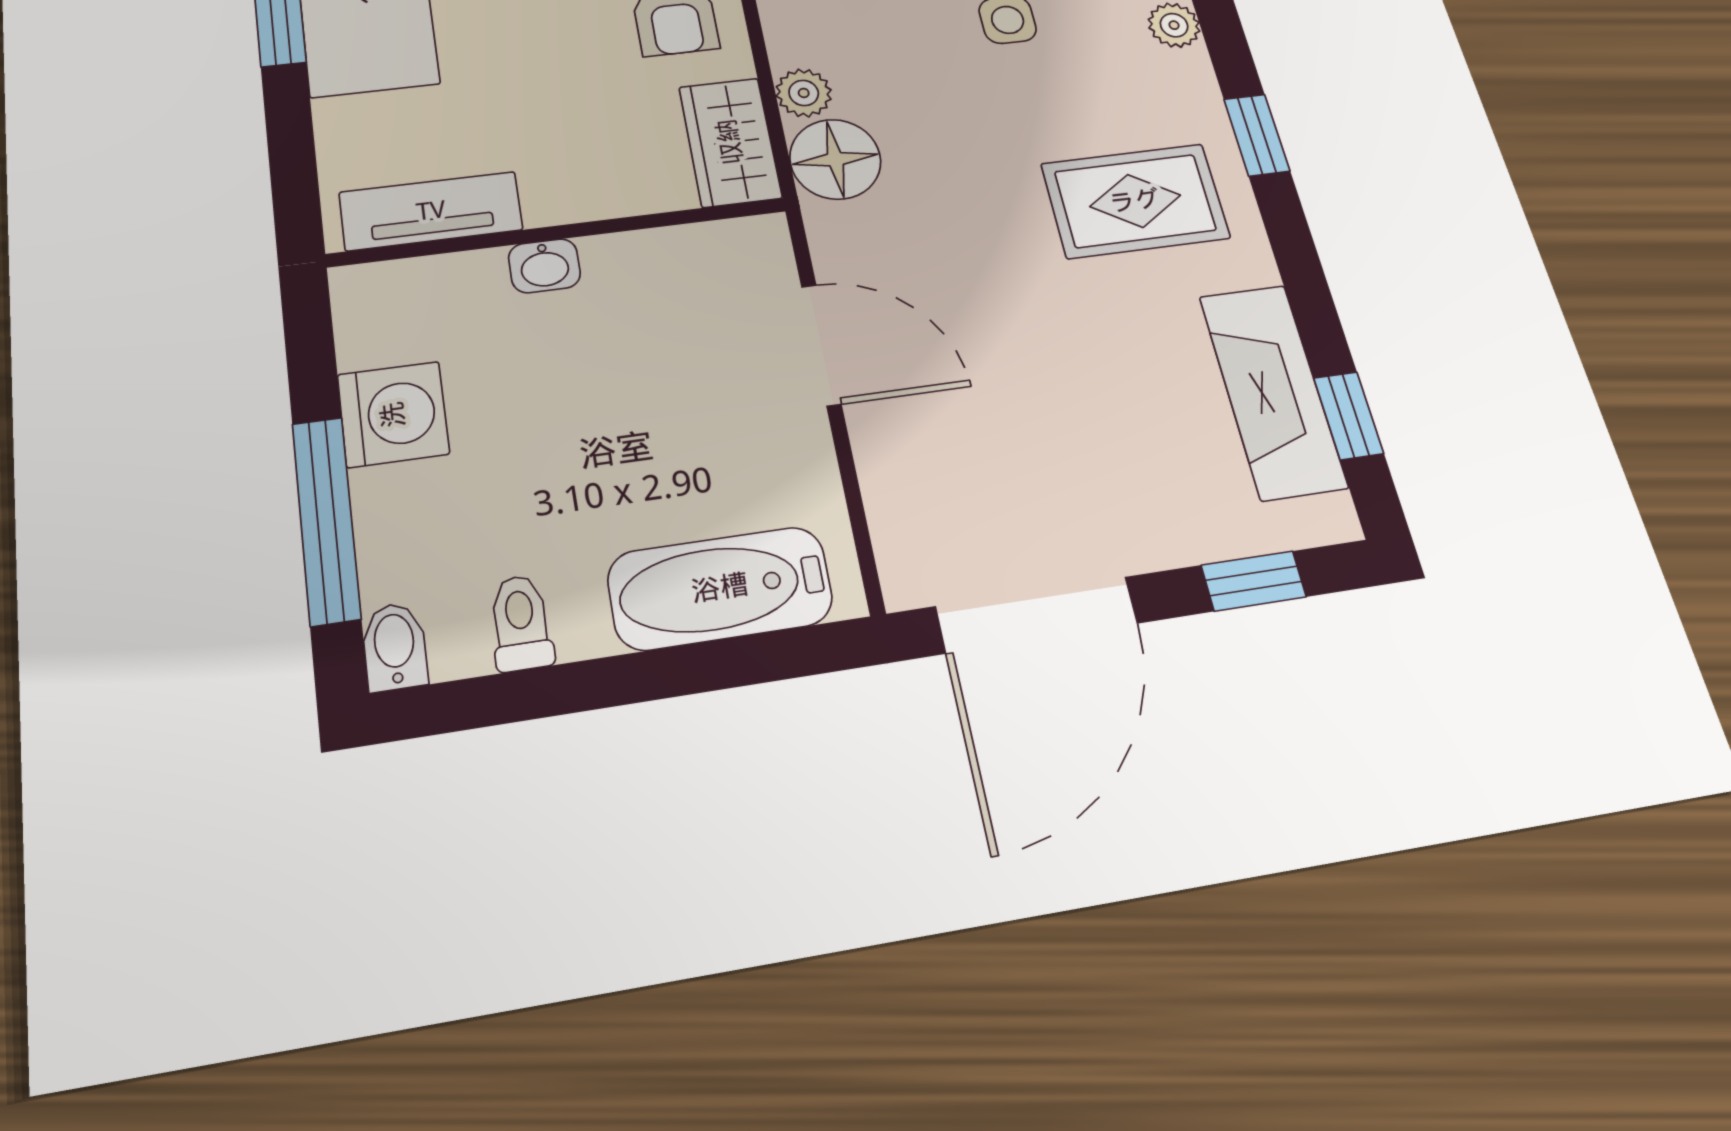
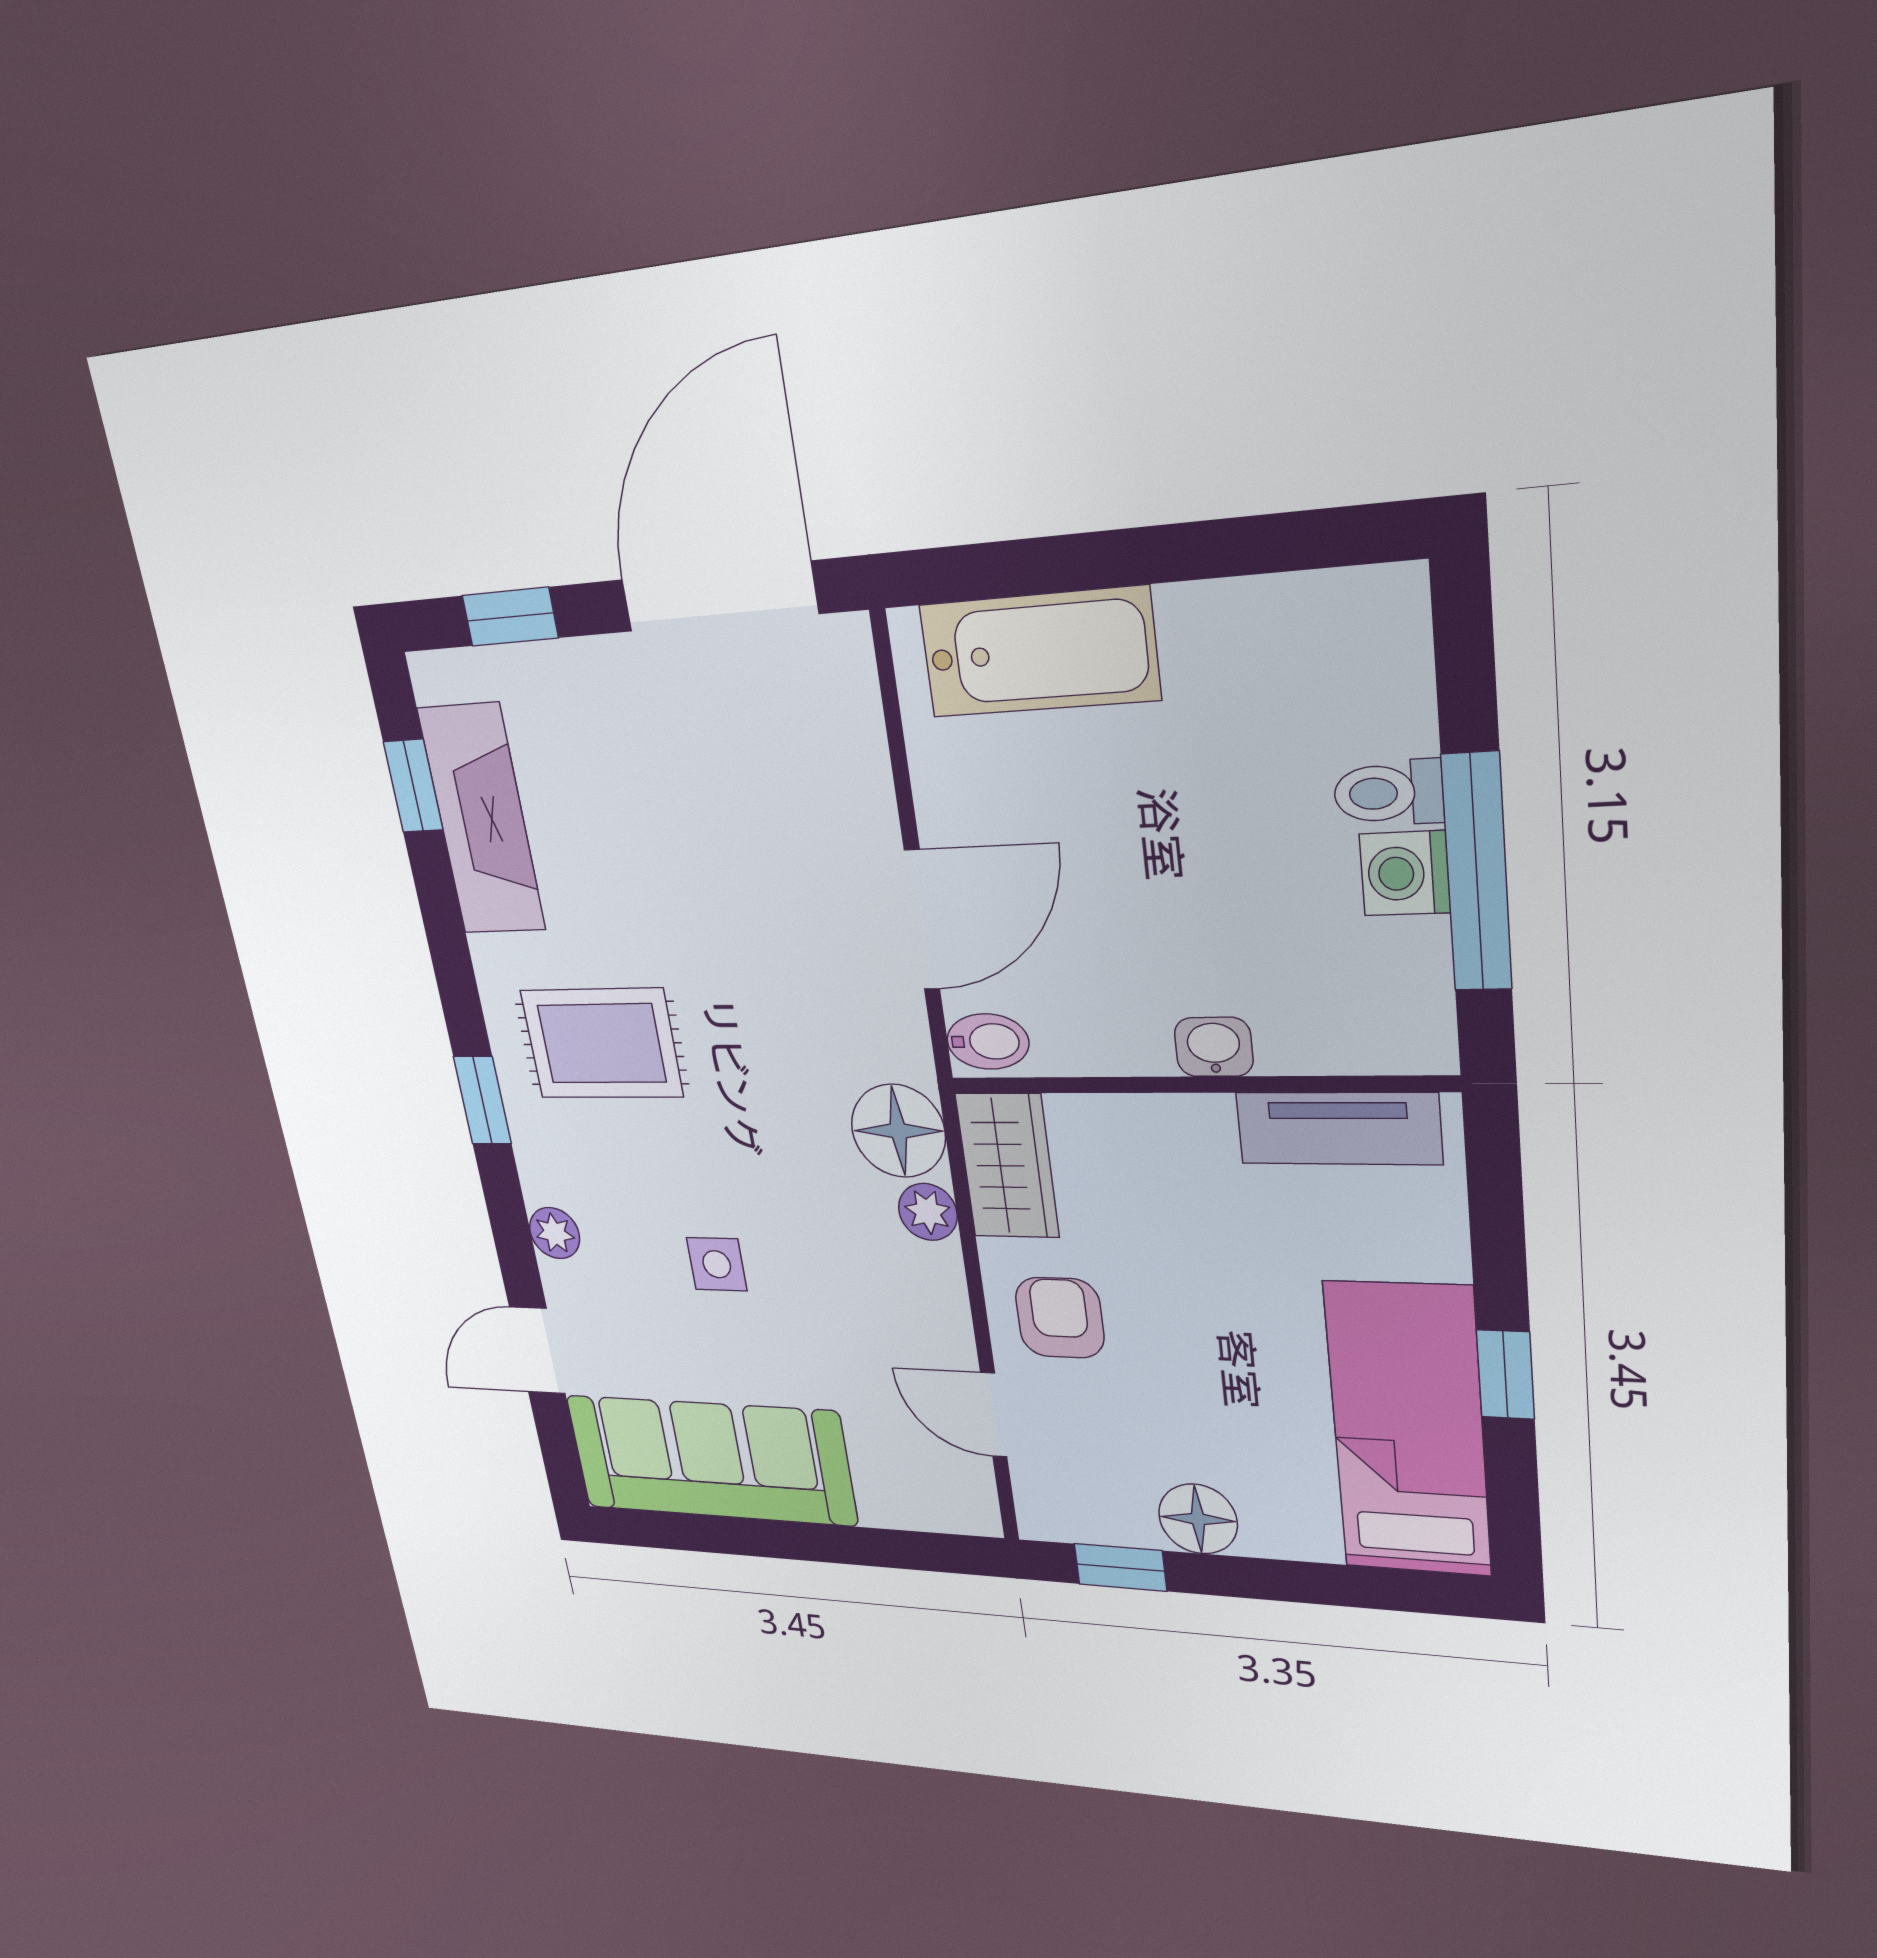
door: (821, 345) -> (922, 920), swing flipped
washing machine: (393, 414) -> (1405, 873), width x0.73, depth x0.73
window: (326, 520) -> (1477, 873), moved
toilet: (521, 623) -> (1388, 793), moved, turned 90
bidet: (395, 647) -> (988, 1042), moved, turned -90

